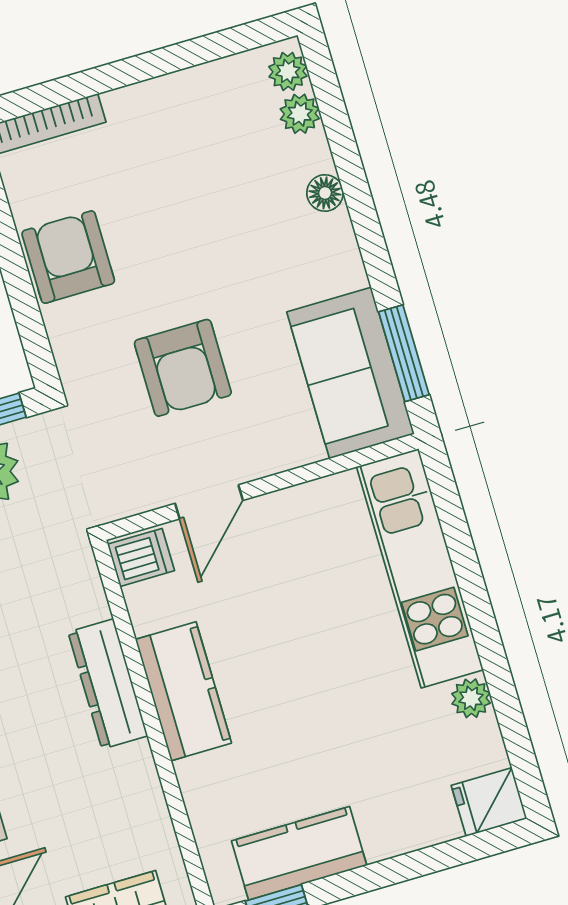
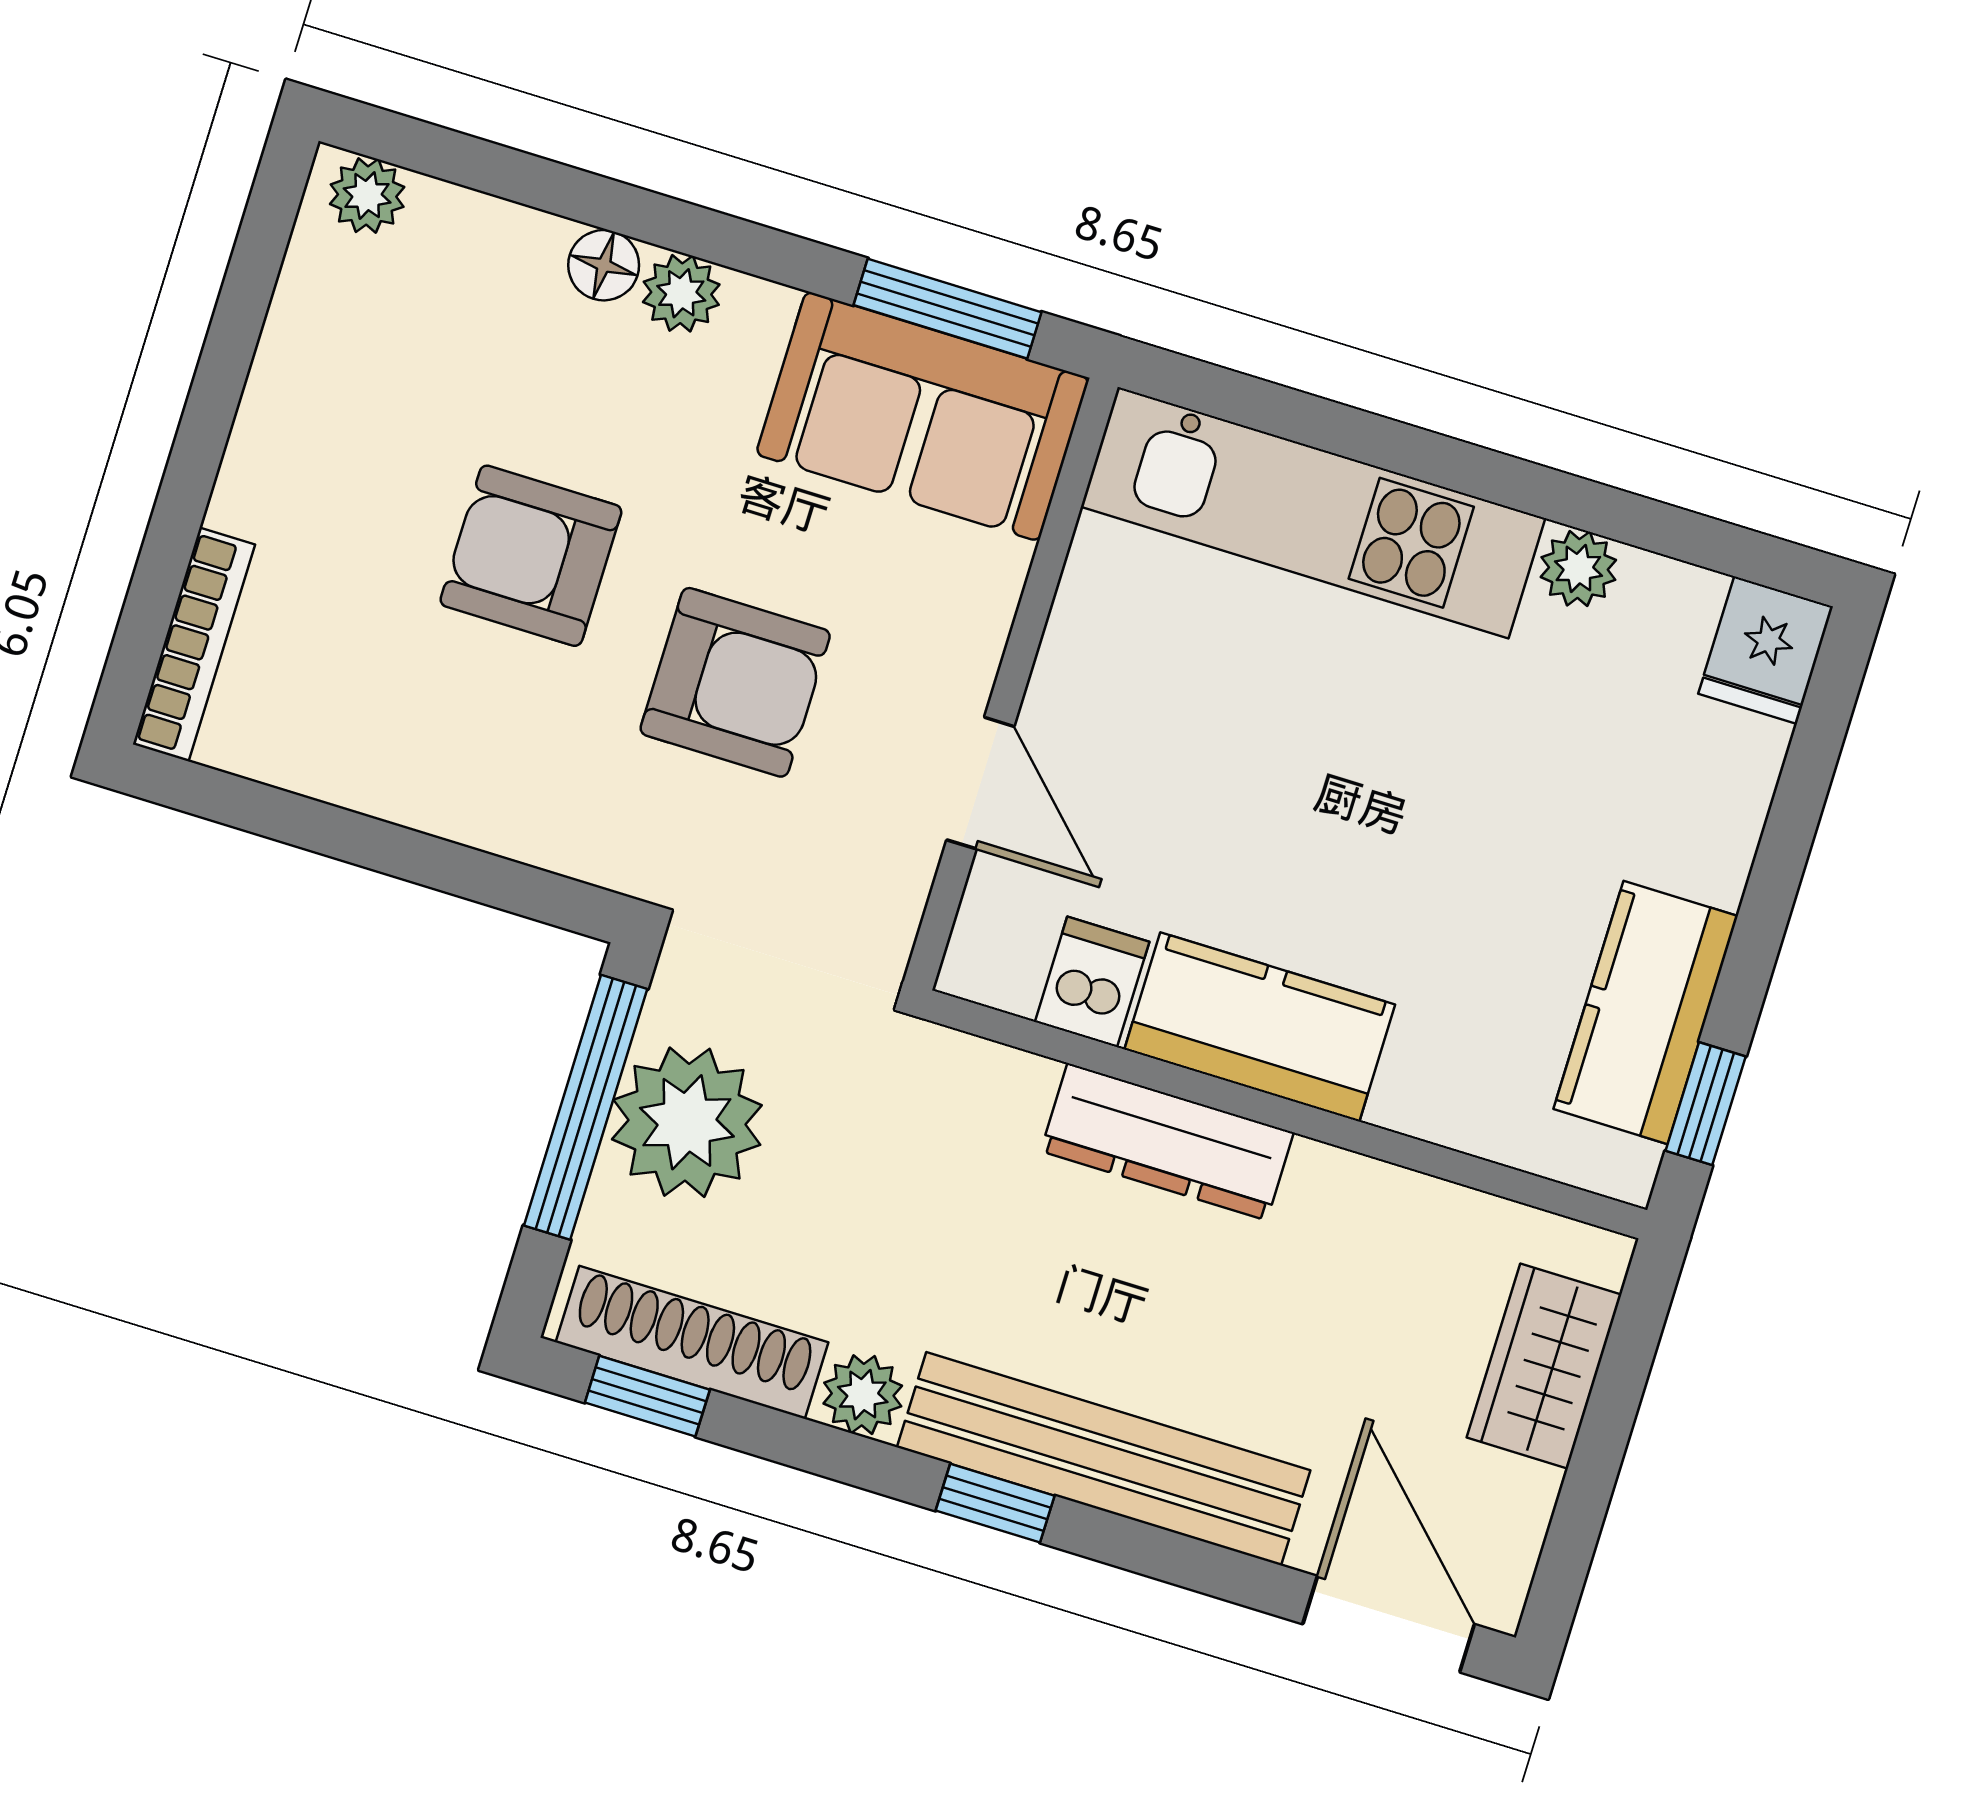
plant: (300, 114) -> (681, 293), moved
armchair: (68, 257) -> (531, 556), moved
dishwasher: (141, 557) -> (1092, 982), moved

